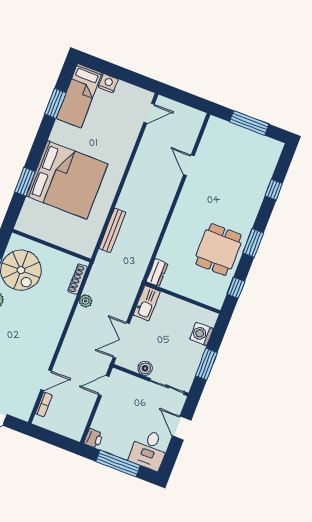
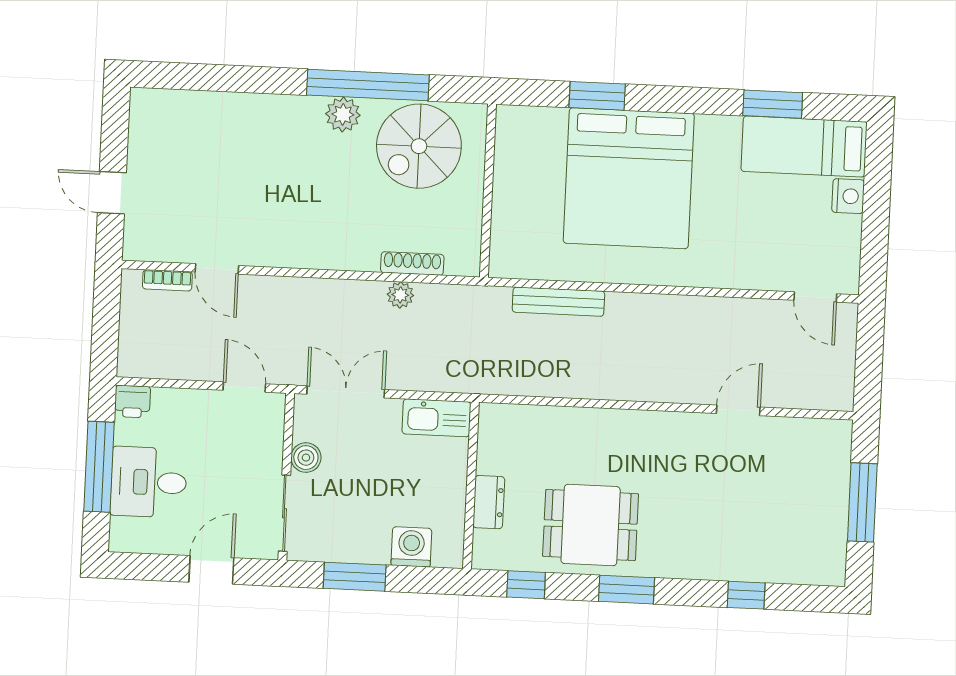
dresser: (157, 272) -> (489, 502), moved, turned -90
shoe rack: (78, 279) -> (412, 264), moved
desk: (149, 450) -> (149, 482), moved

